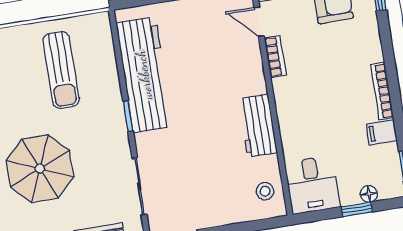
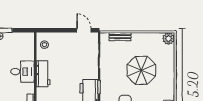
desk: (312, 185) -> (22, 72), moved, turned 90

